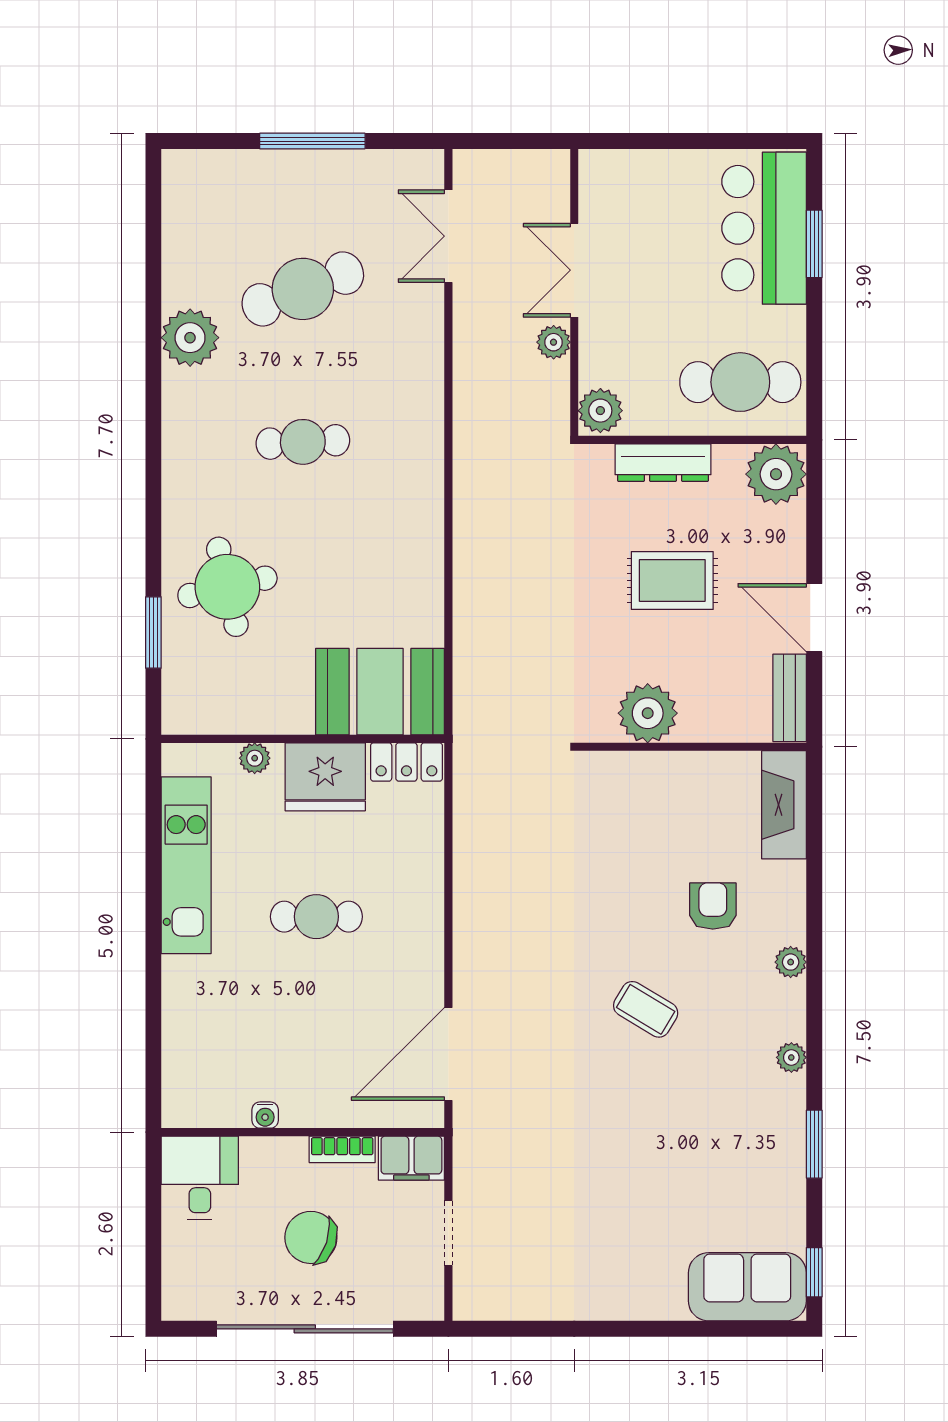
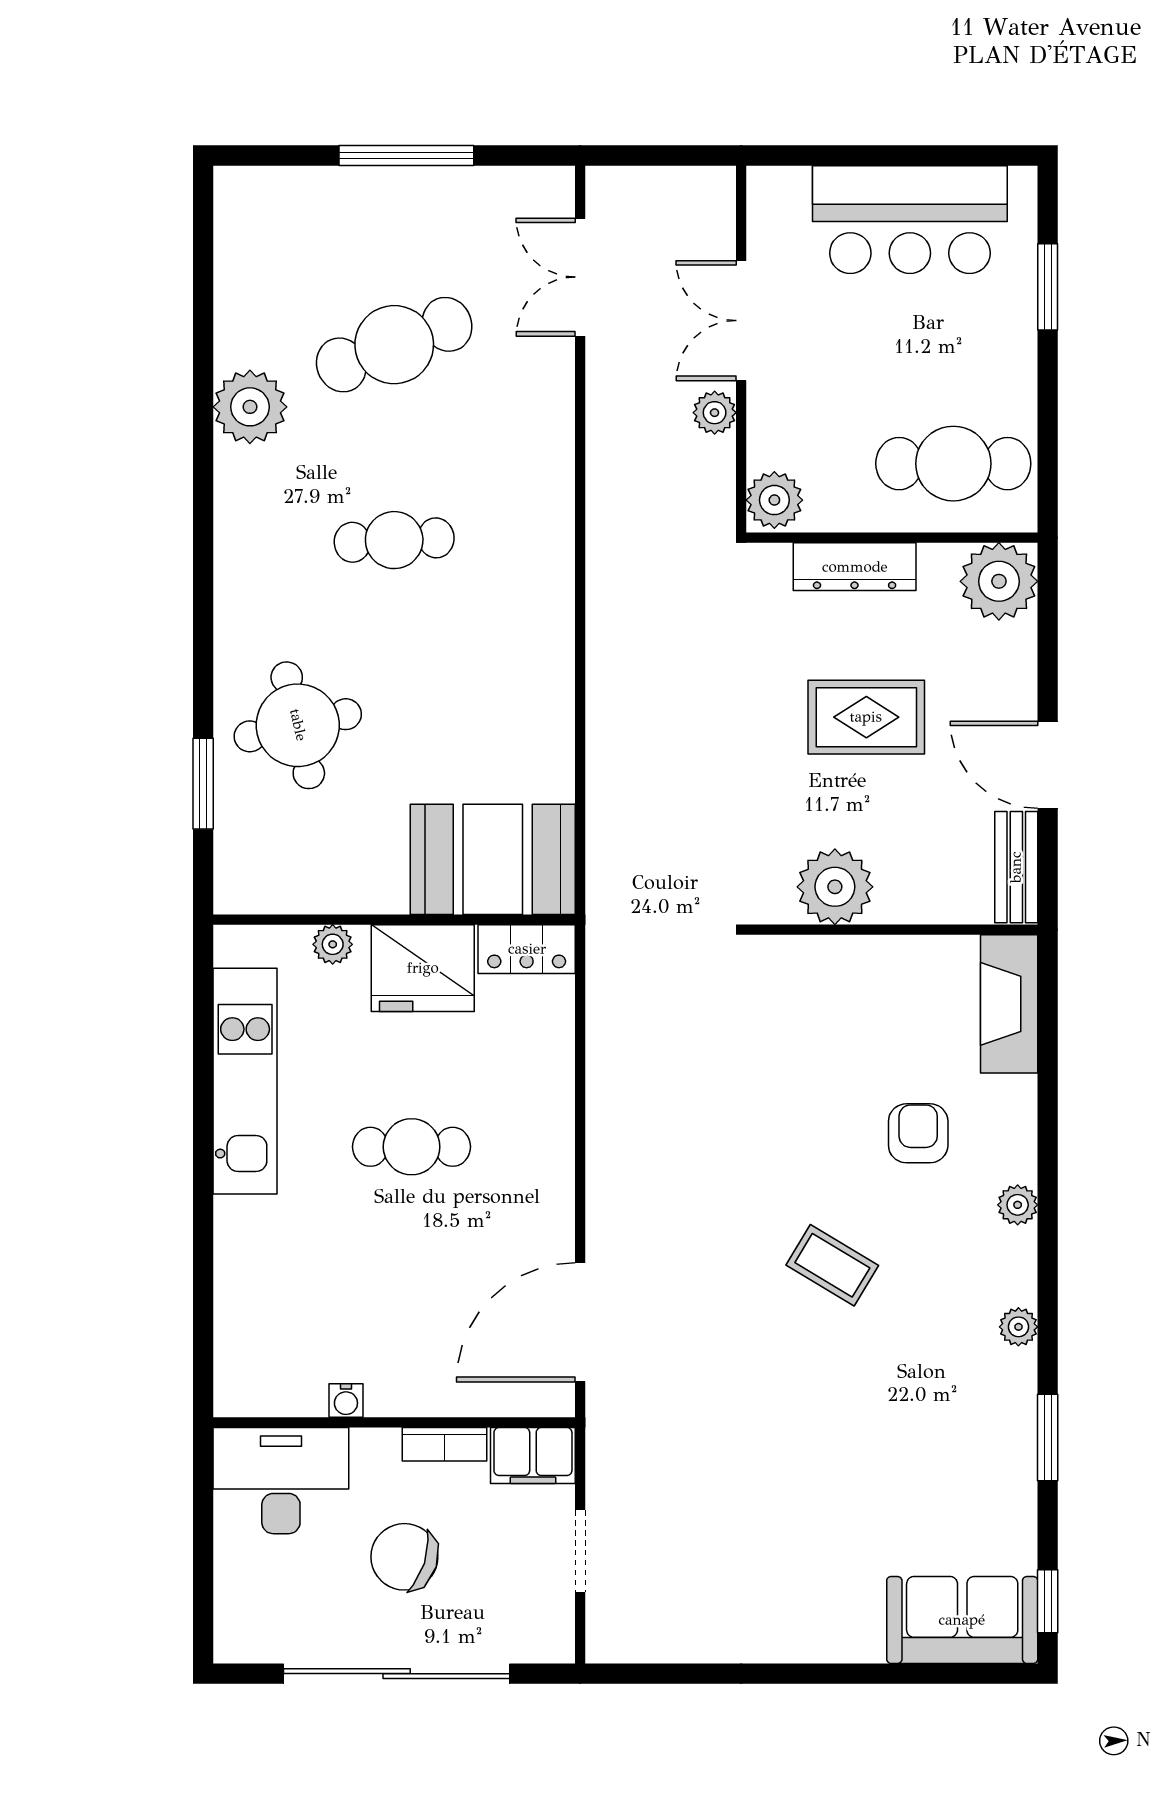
bar counter: (764, 228) -> (910, 220), moved, turned -90
desk: (200, 1178) -> (281, 1481), width x1.37

